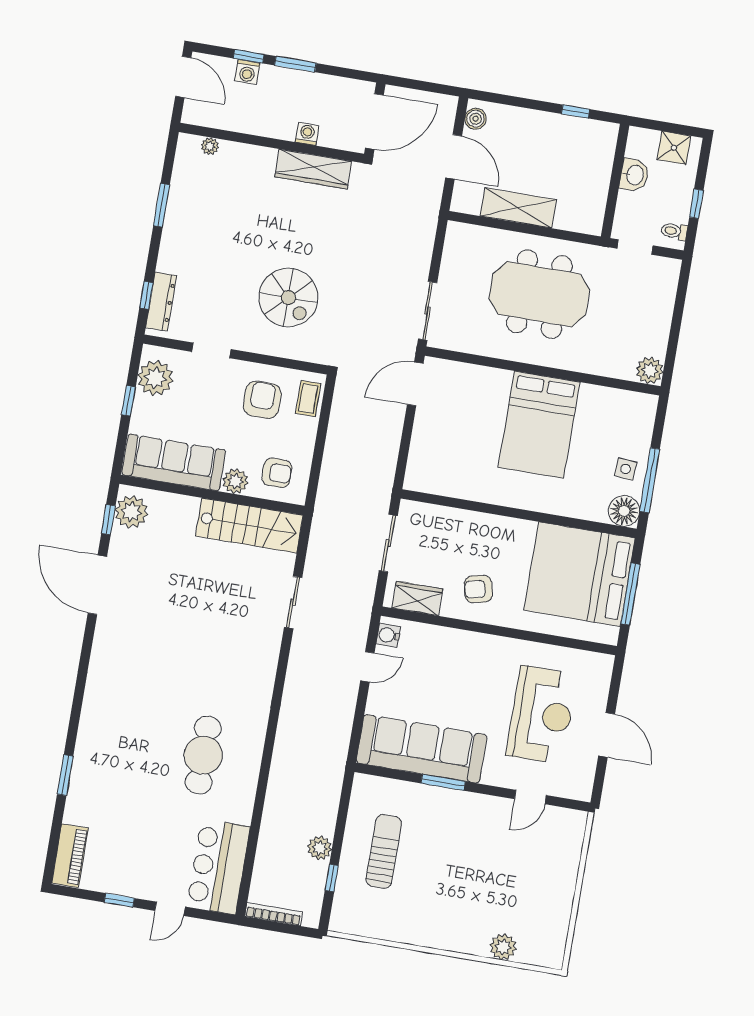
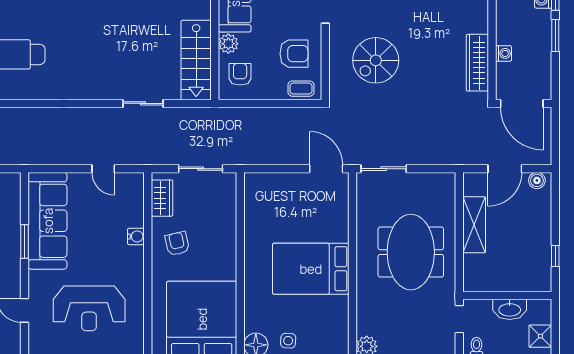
washbasin: (634, 175) -> (510, 309), width x1.38
armchair: (277, 473) -> (240, 74), turned 180
water cooler: (388, 635) -> (136, 236), moved, turned 90

